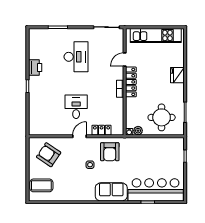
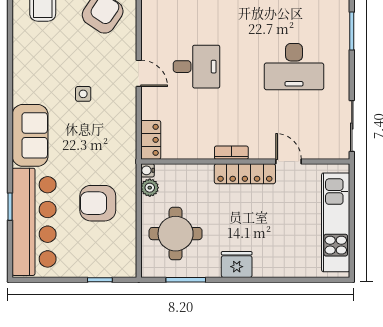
fridge: (177, 75) -> (237, 265), moved
locker: (102, 130) -> (151, 140), moved
armchair: (110, 152) -> (98, 203), moved

